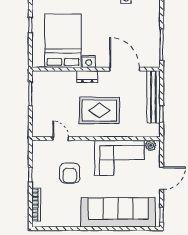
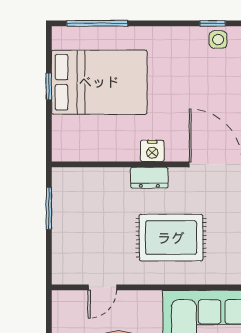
bed: (63, 41) -> (99, 82), moved, turned 90
door: (61, 139) -> (102, 287), swing flipped

